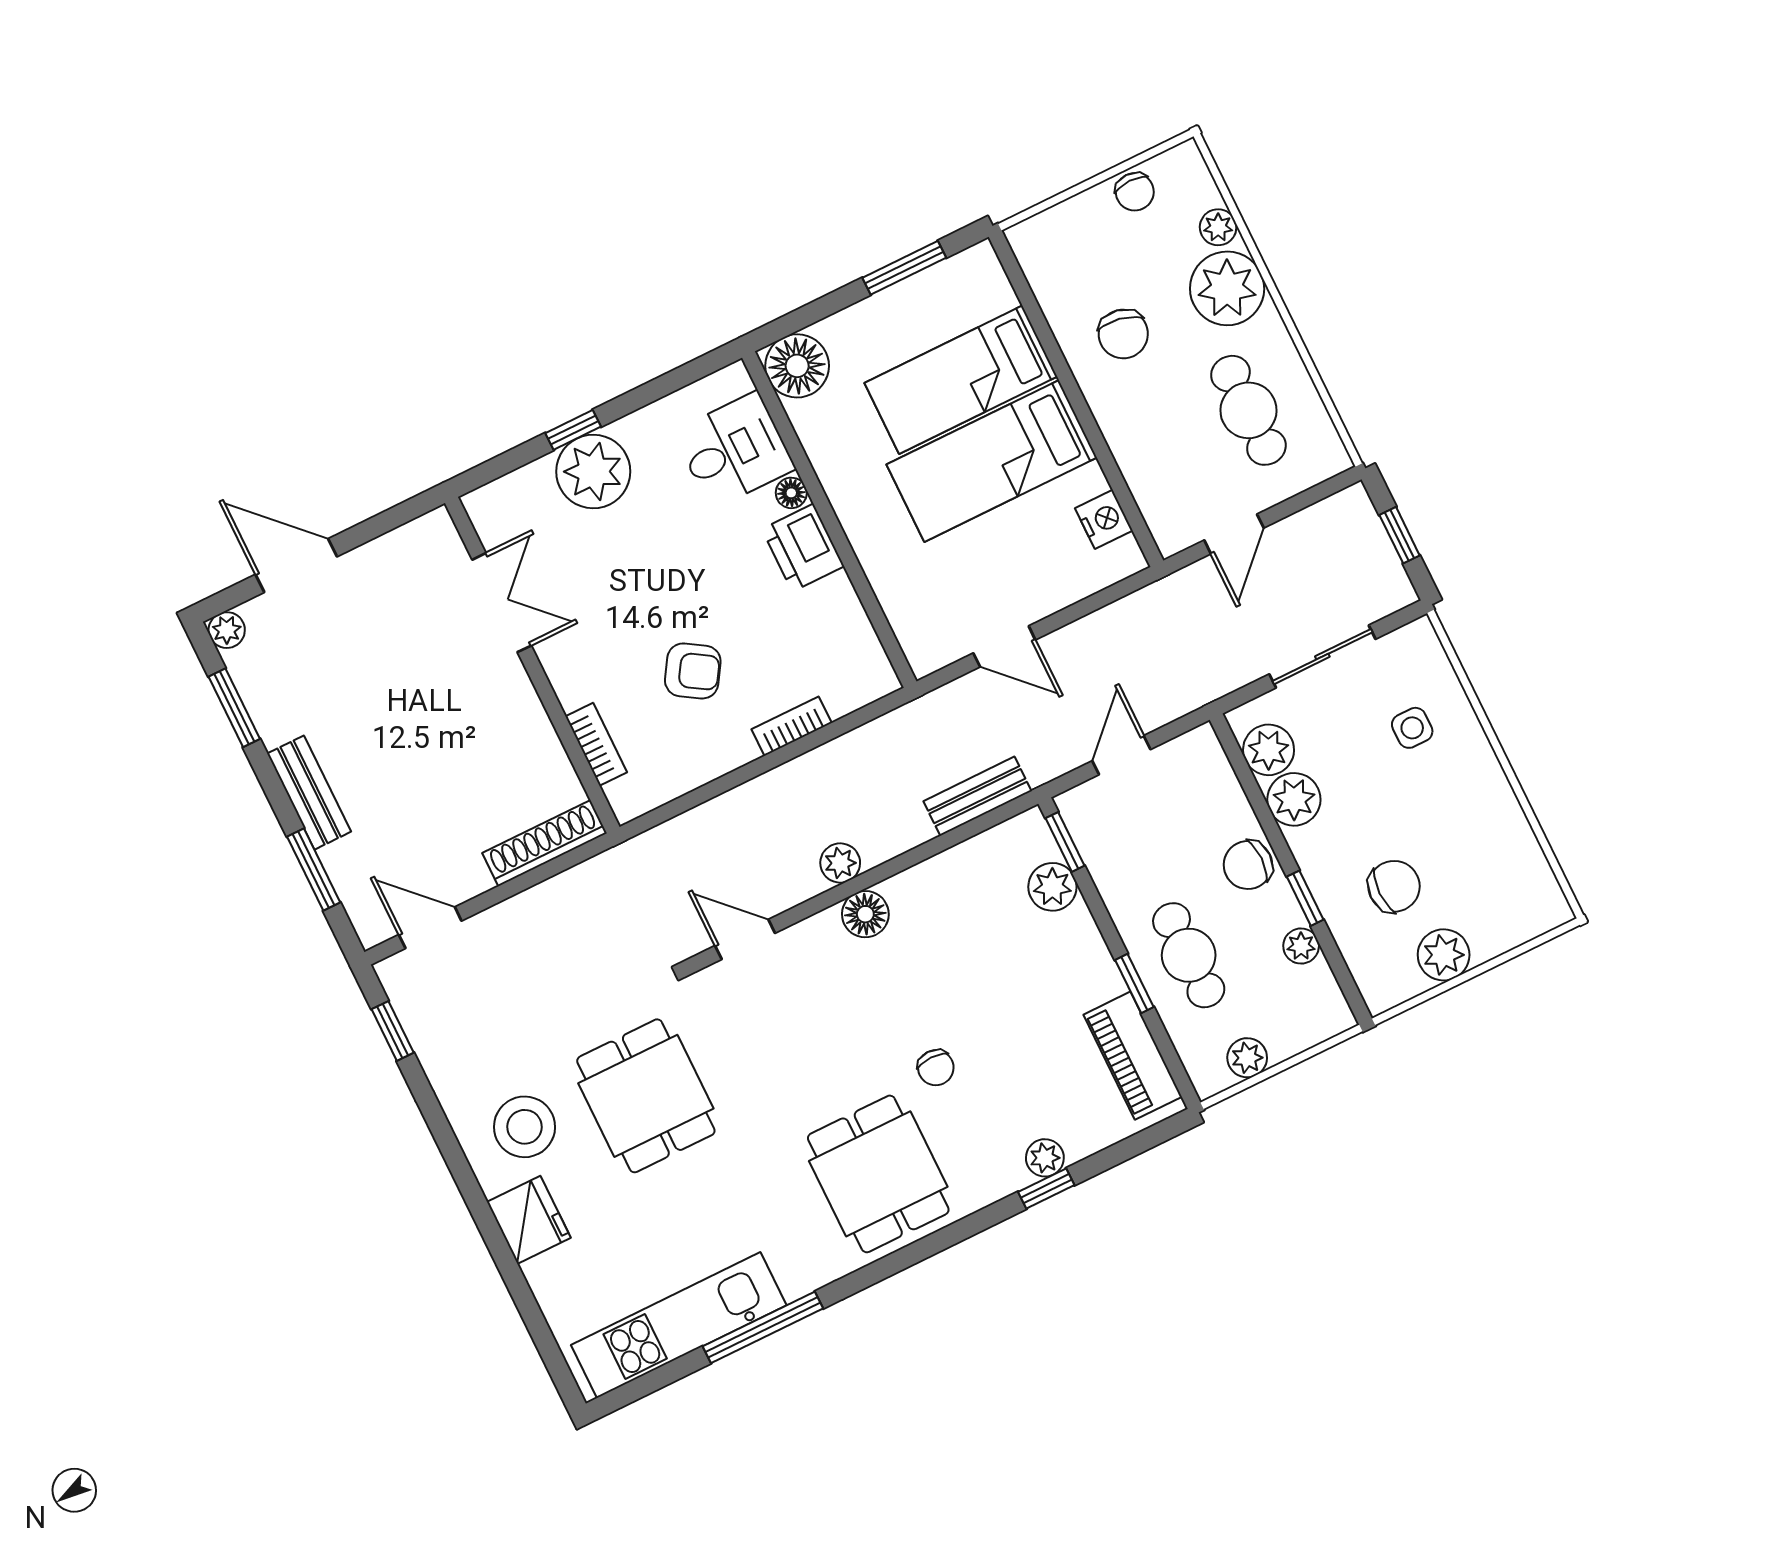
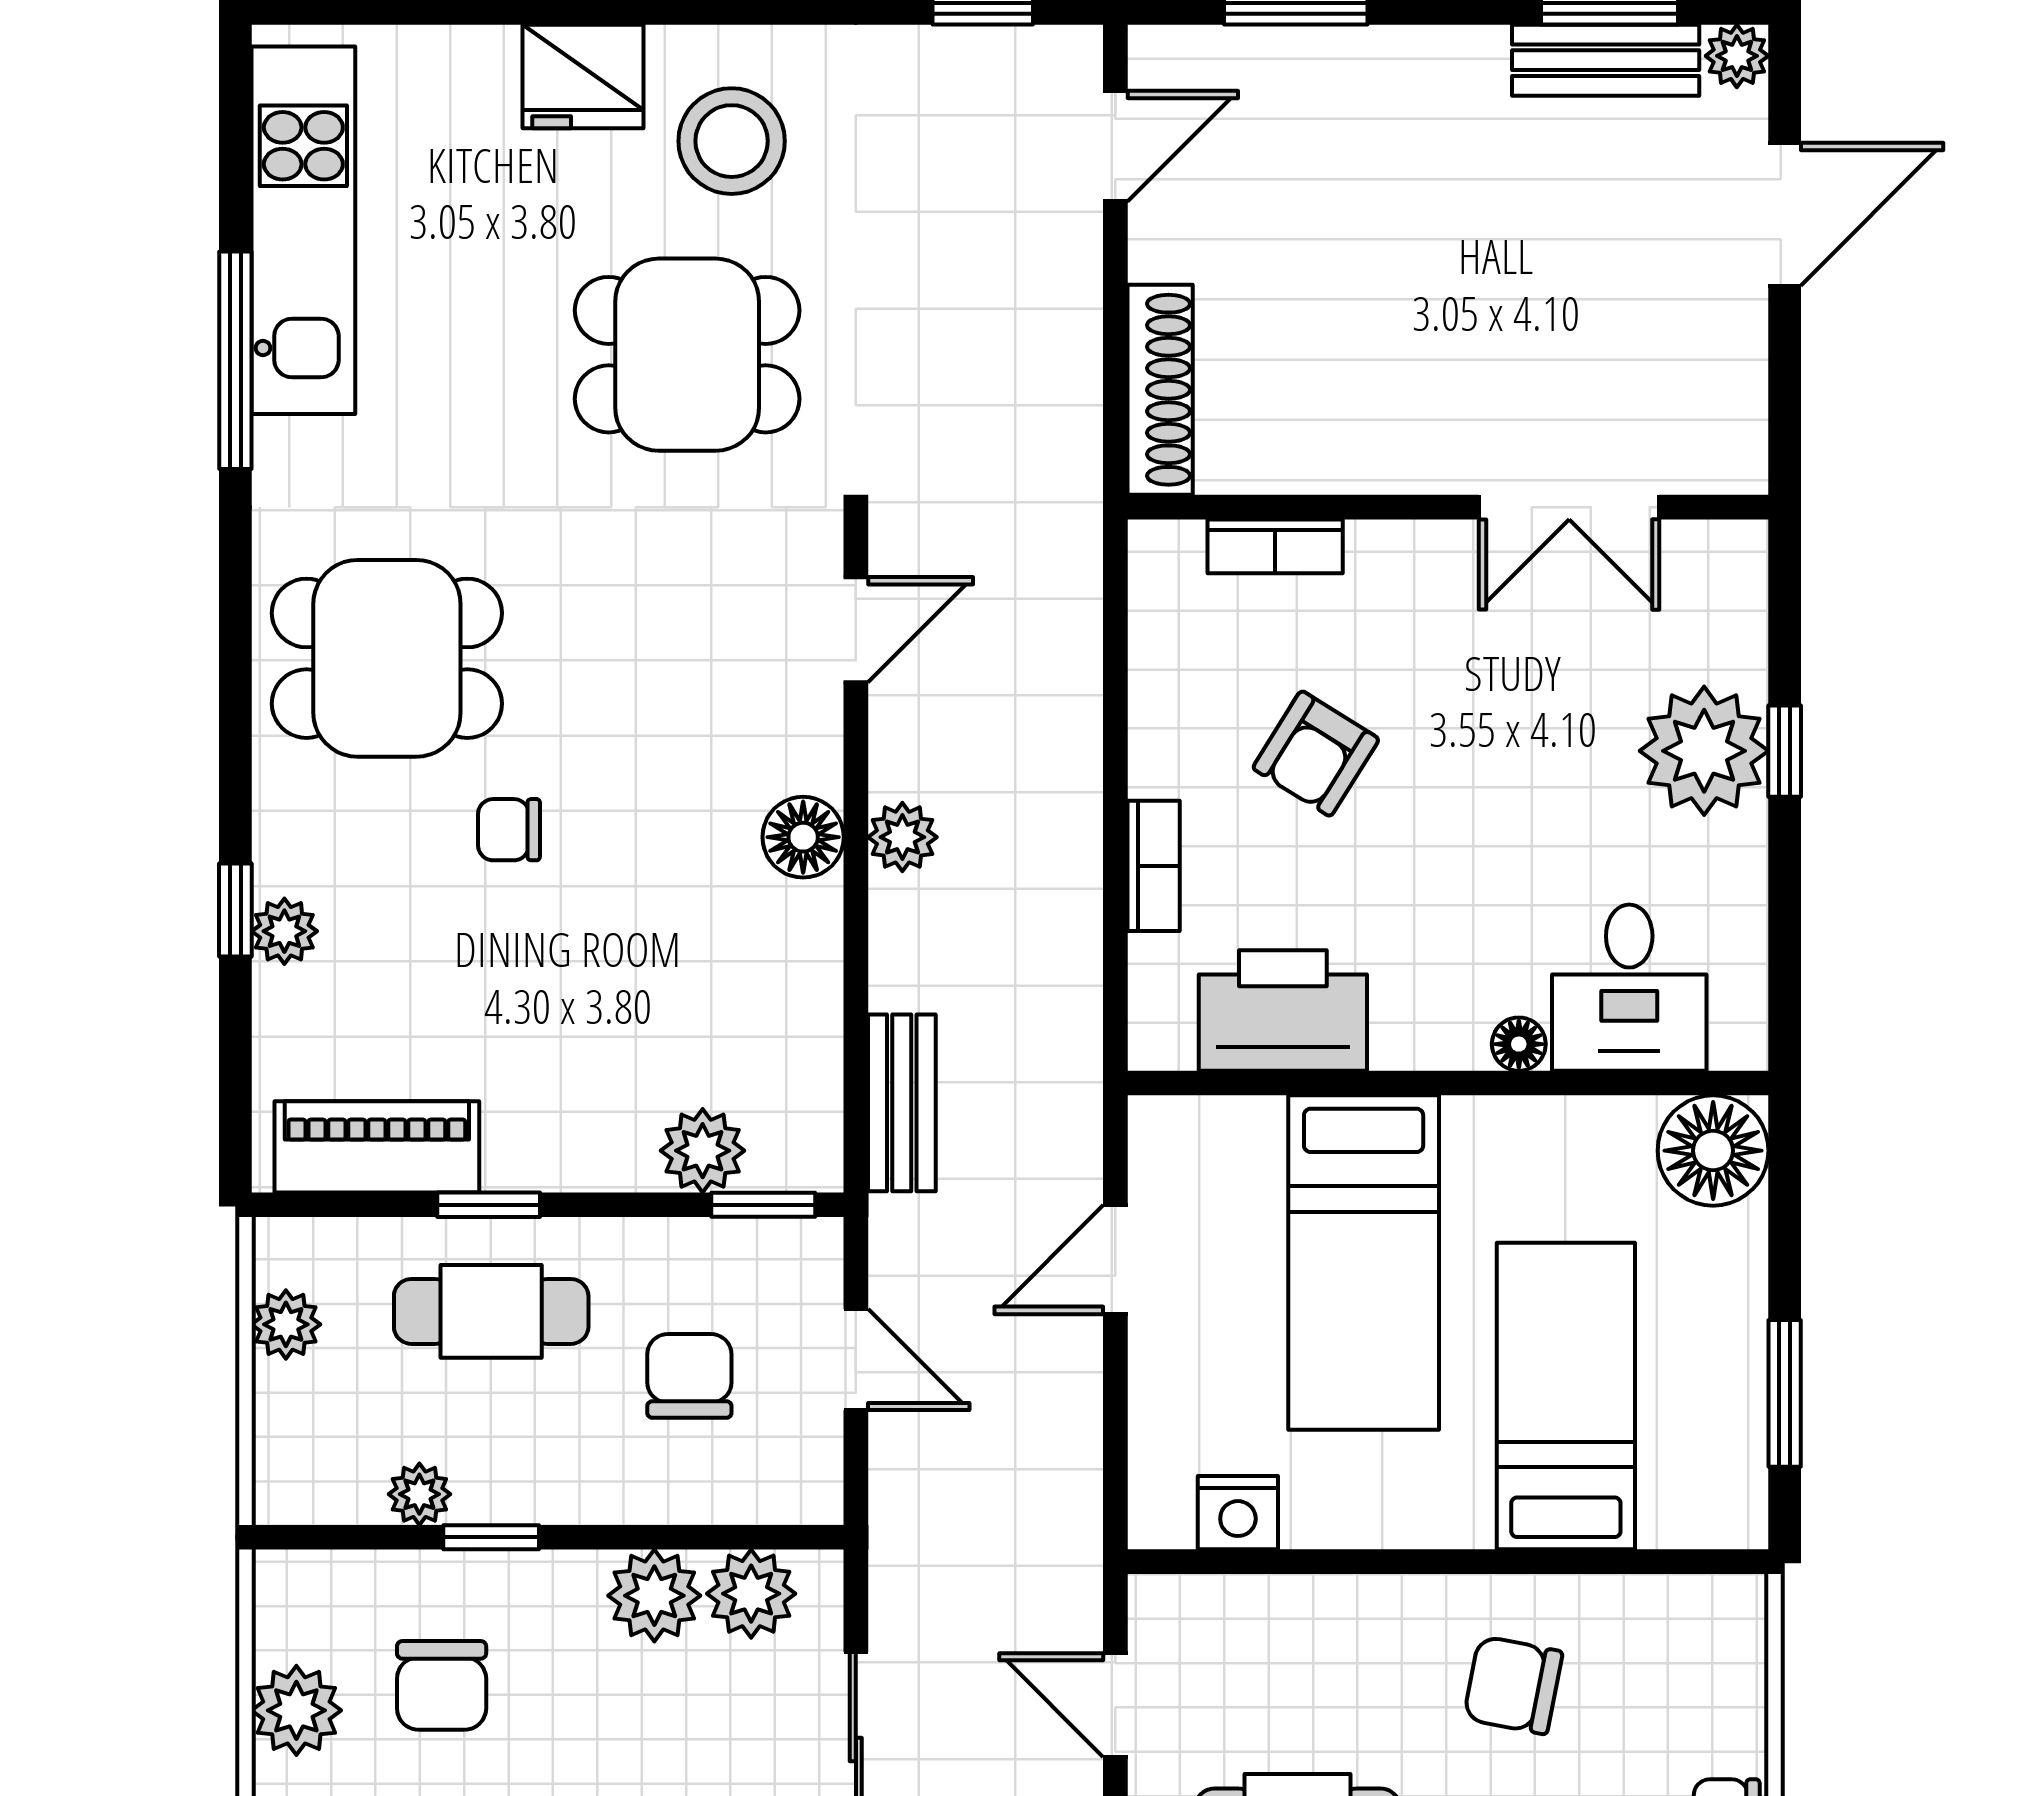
bed: (992, 461) -> (1364, 1263), moved, turned 180
printer: (803, 548) -> (1283, 1011), moved, width x1.37, depth x1.19
bench: (309, 793) -> (1606, 60), moved
chair: (1248, 865) -> (689, 1376), moved

